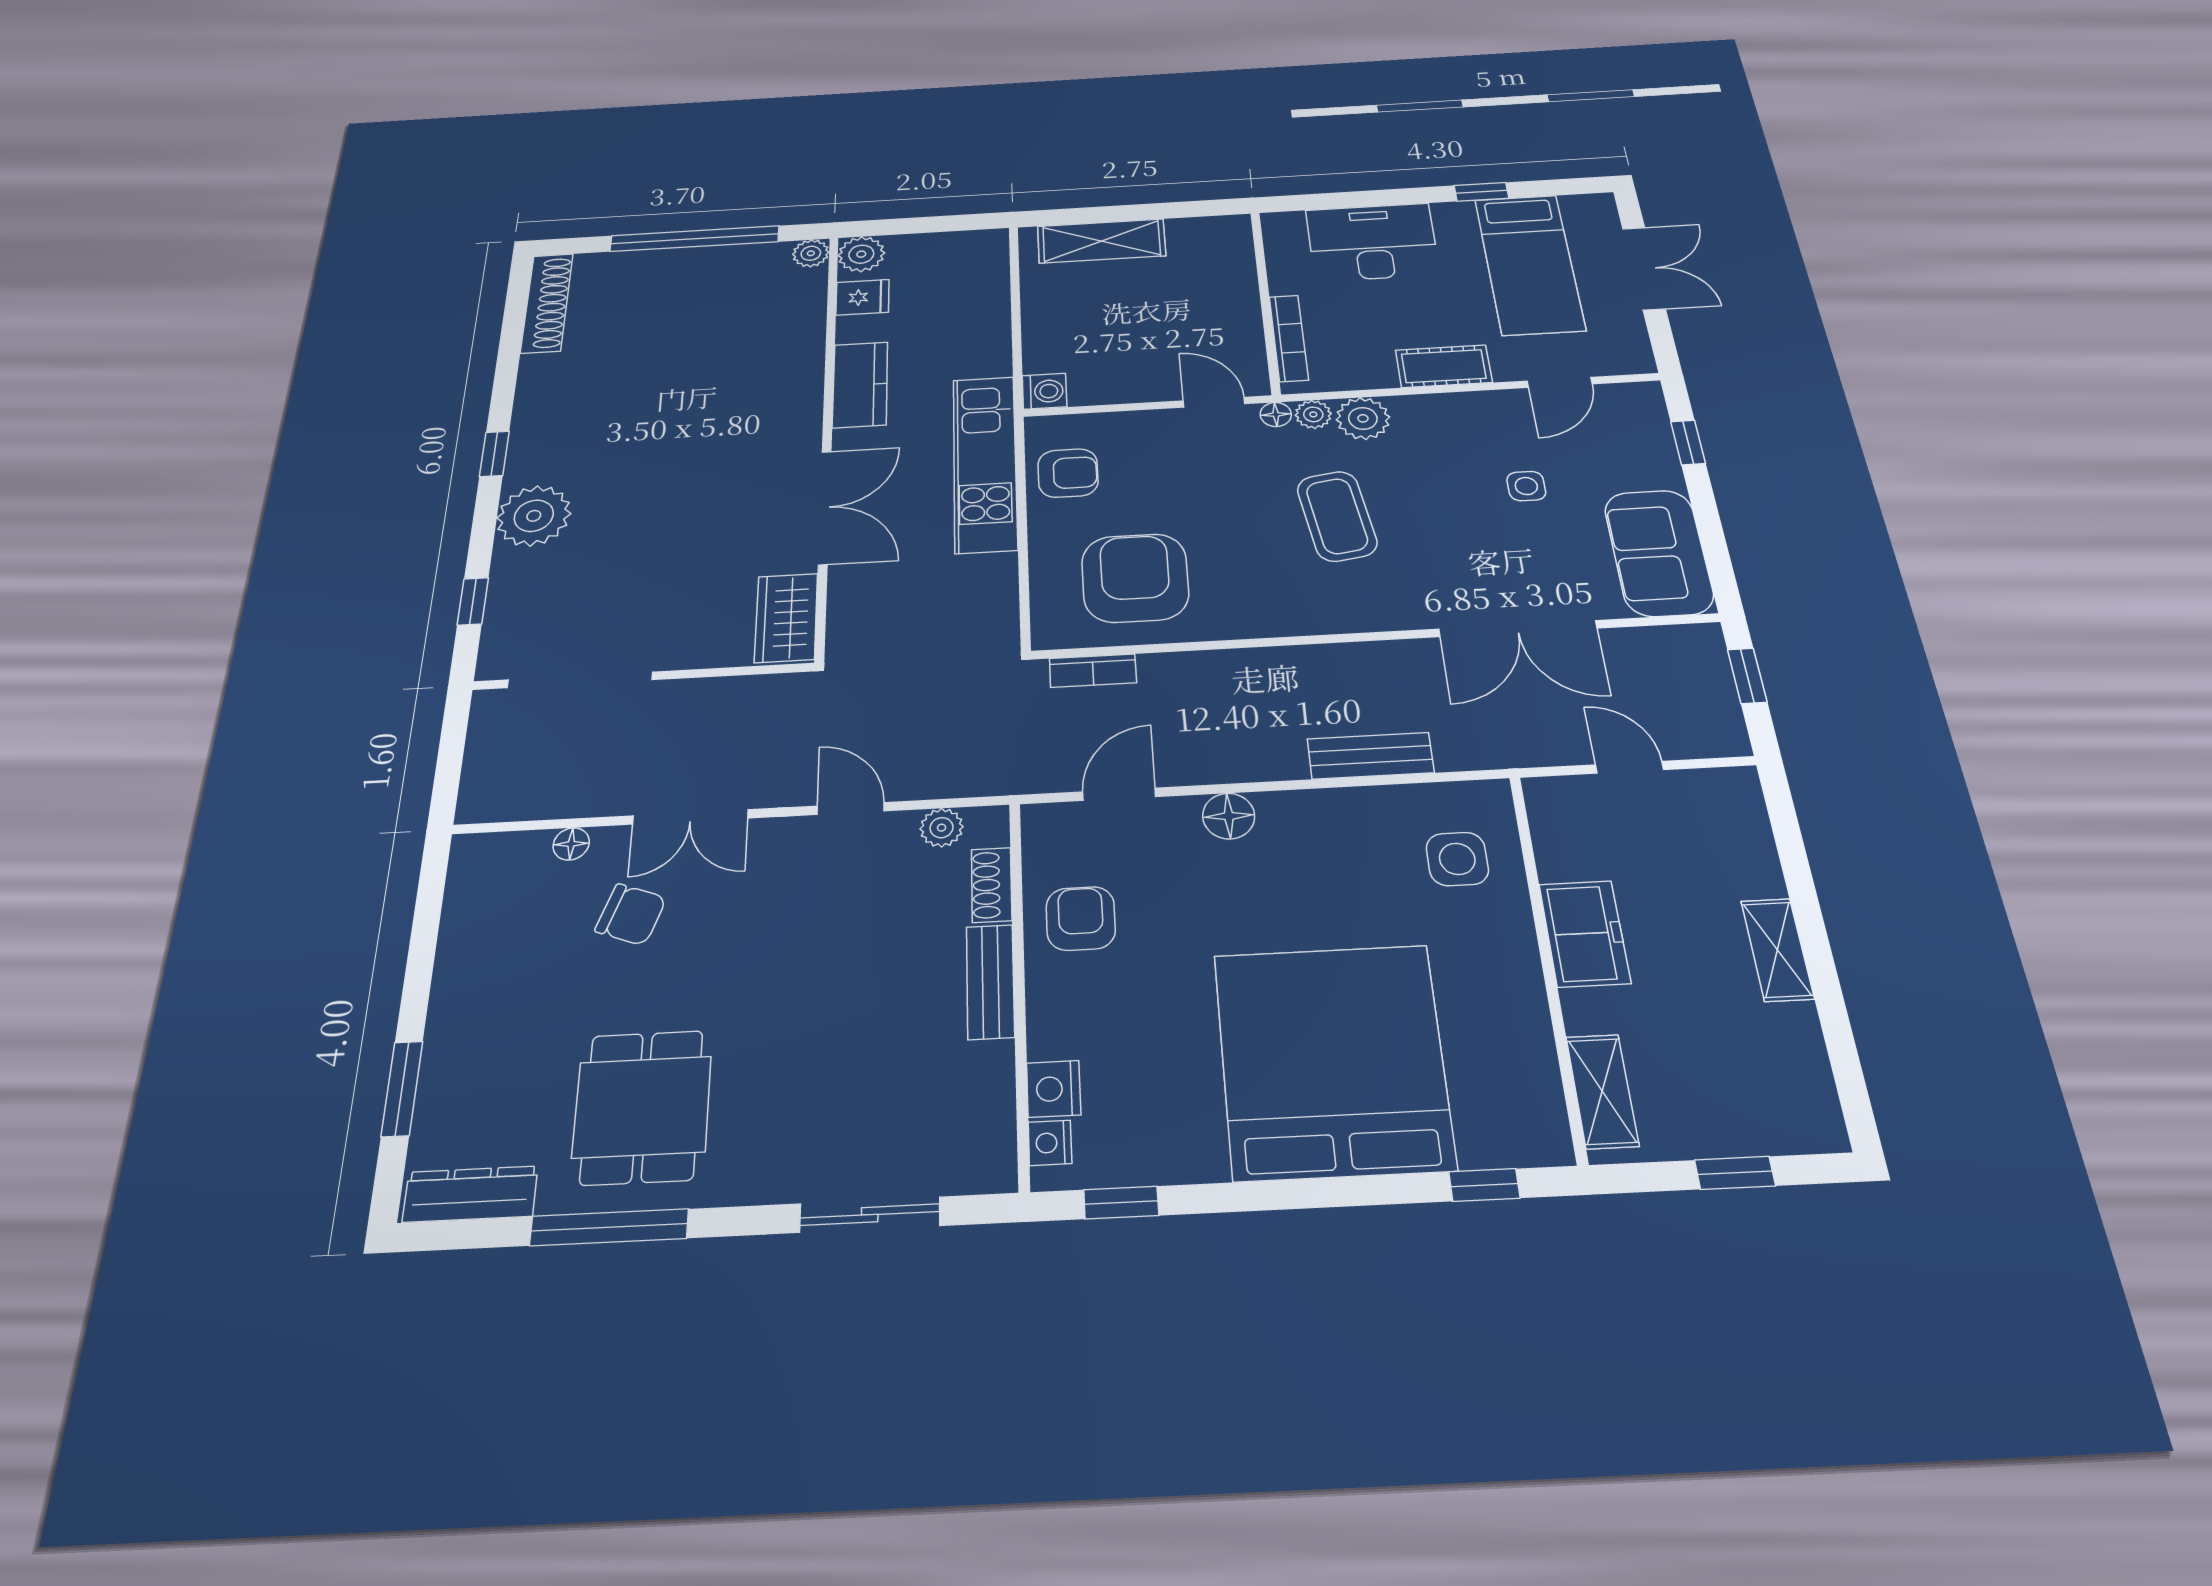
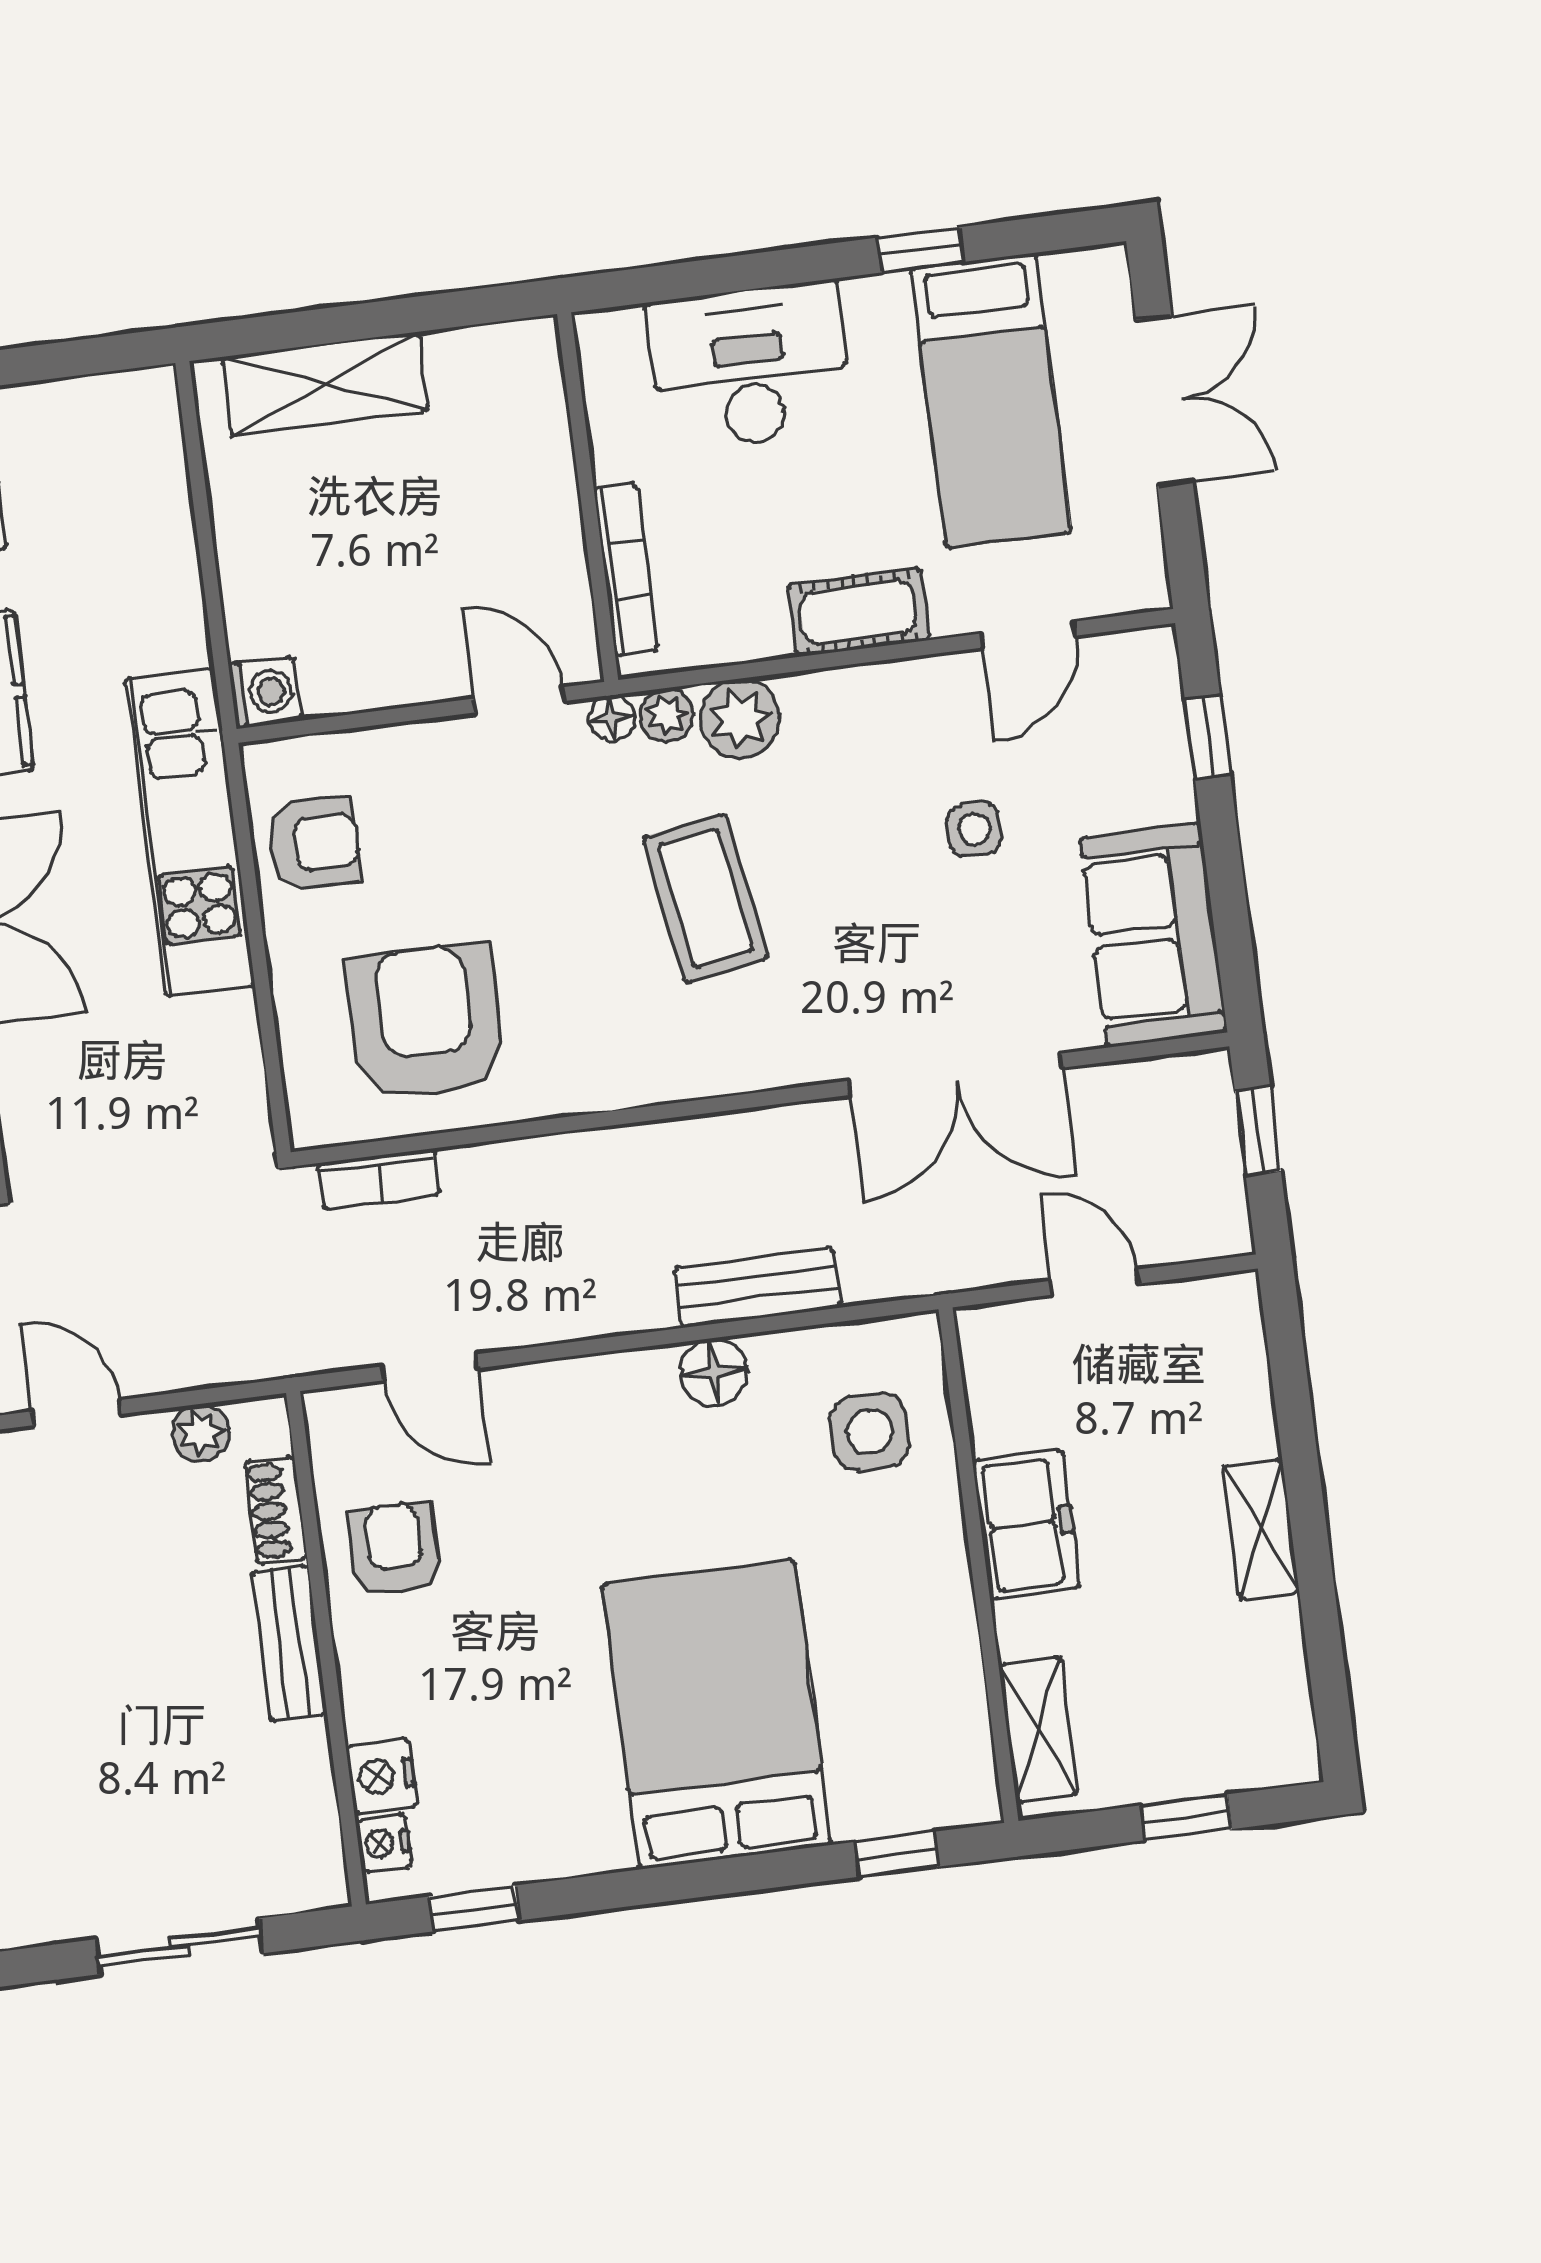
door: (1119, 794) -> (430, 1367), swing flipped
floor lamp: (1229, 816) -> (714, 1372), moved
bed: (1332, 1060) -> (717, 1715), width x0.73

